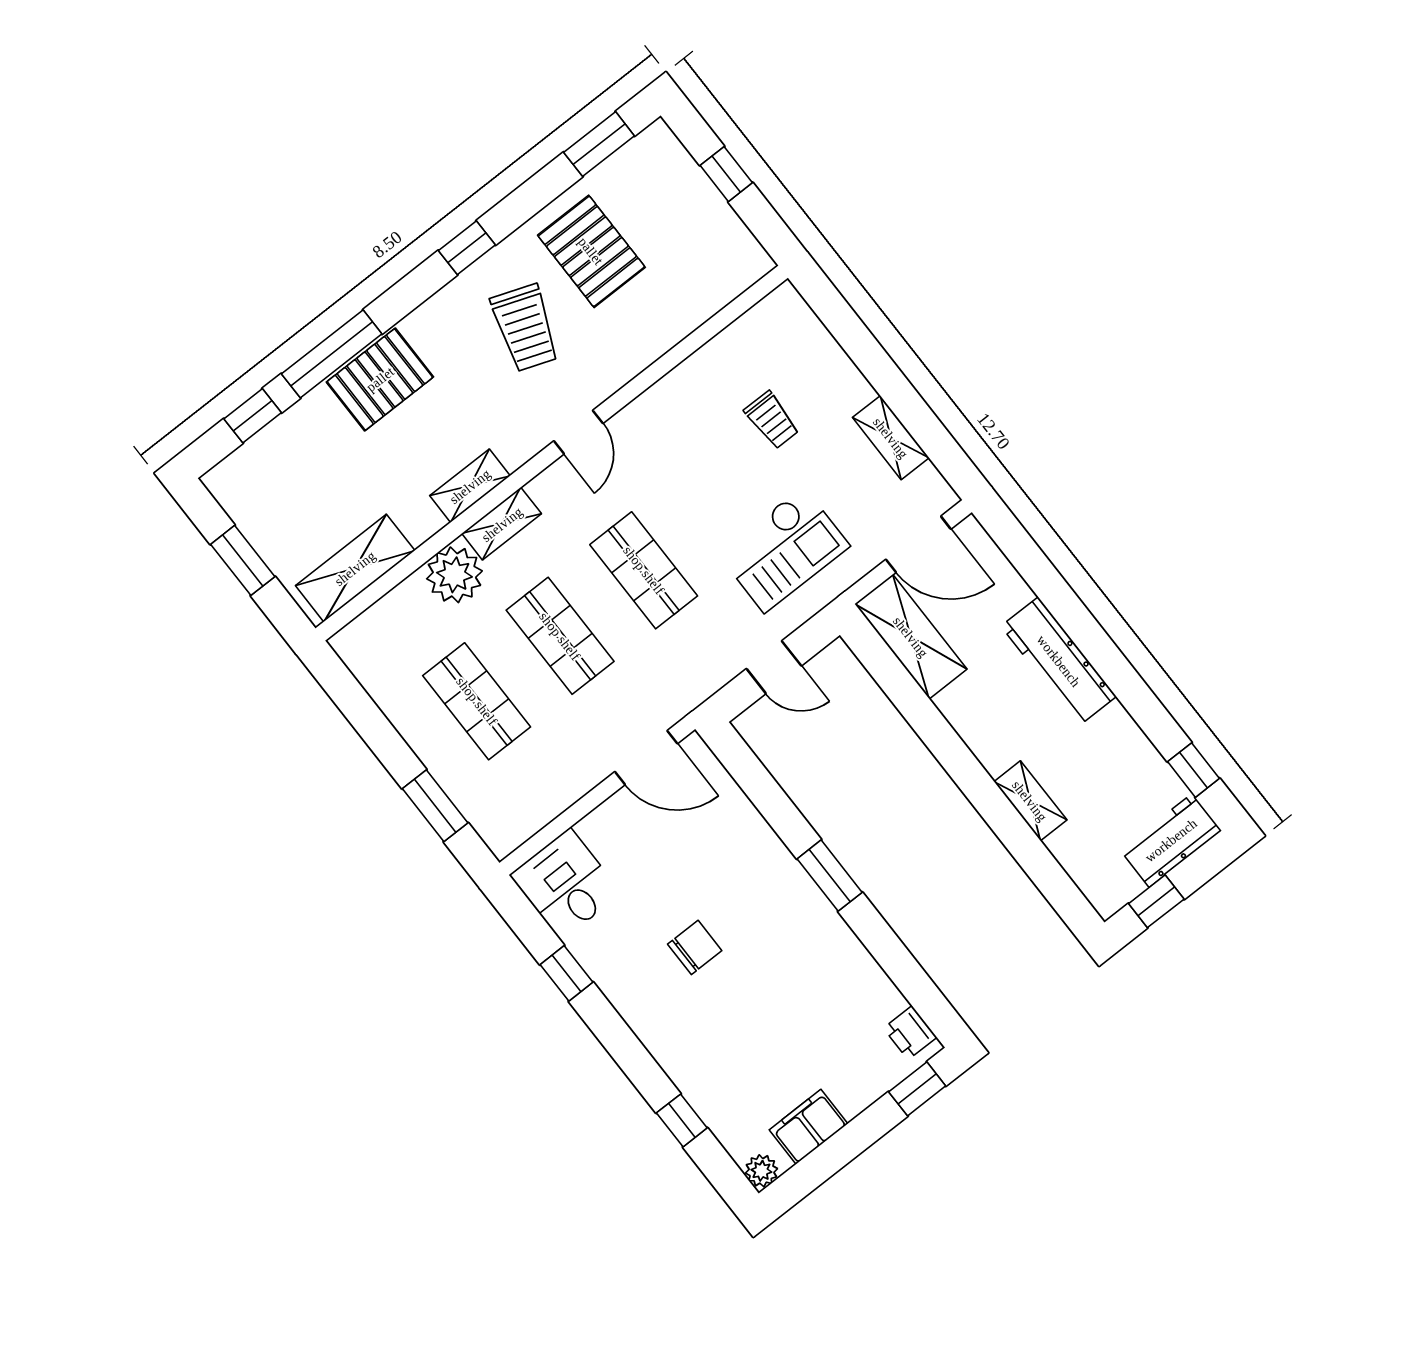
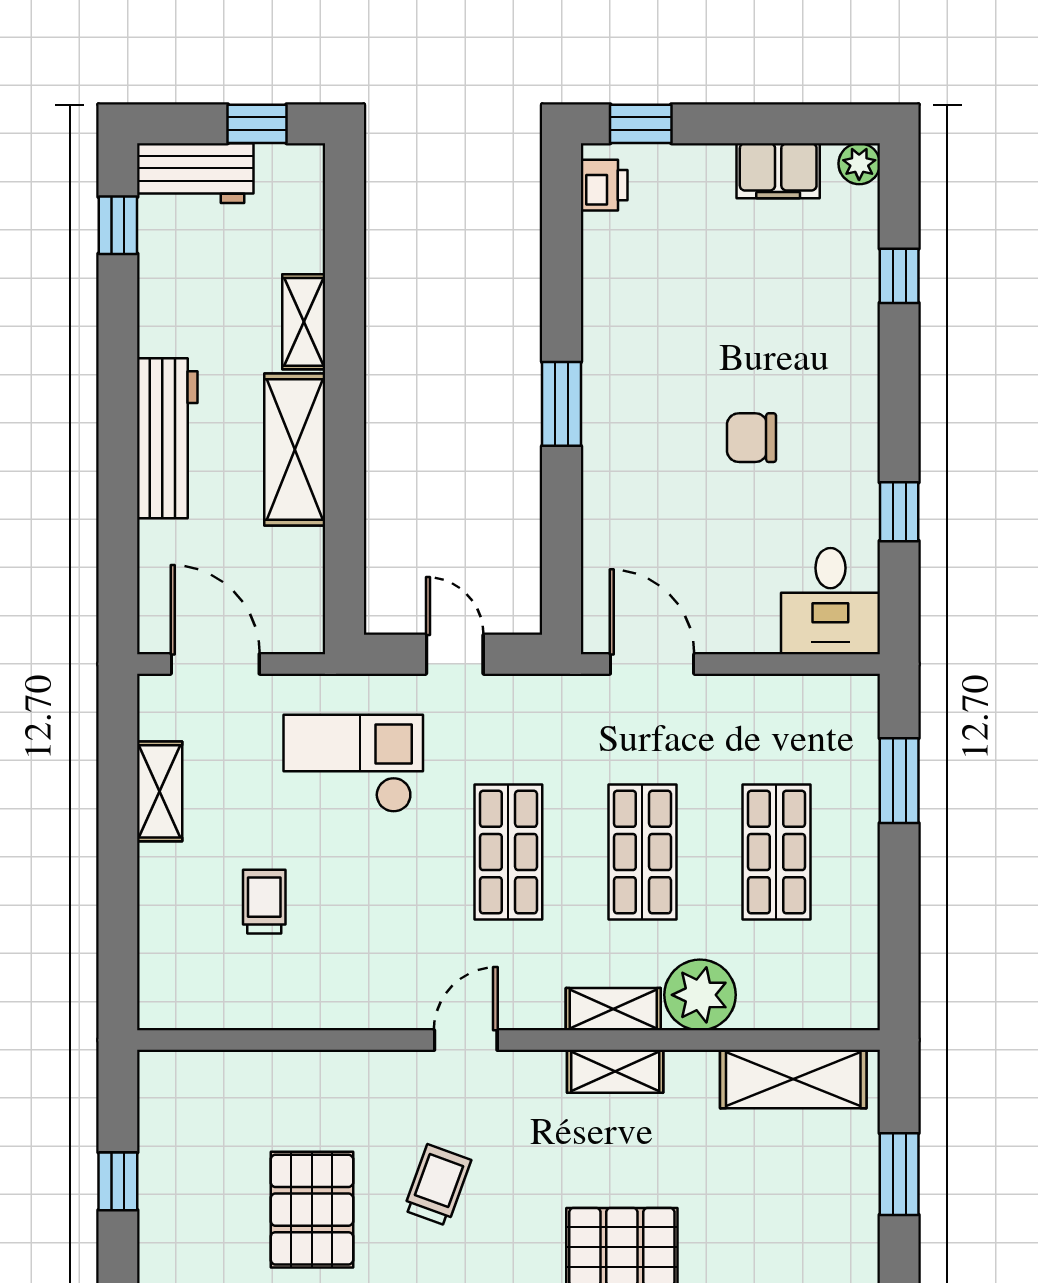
trolley: (525, 328) -> (437, 1185), width x0.73, depth x0.72
shelving: (911, 637) -> (295, 449), moved

